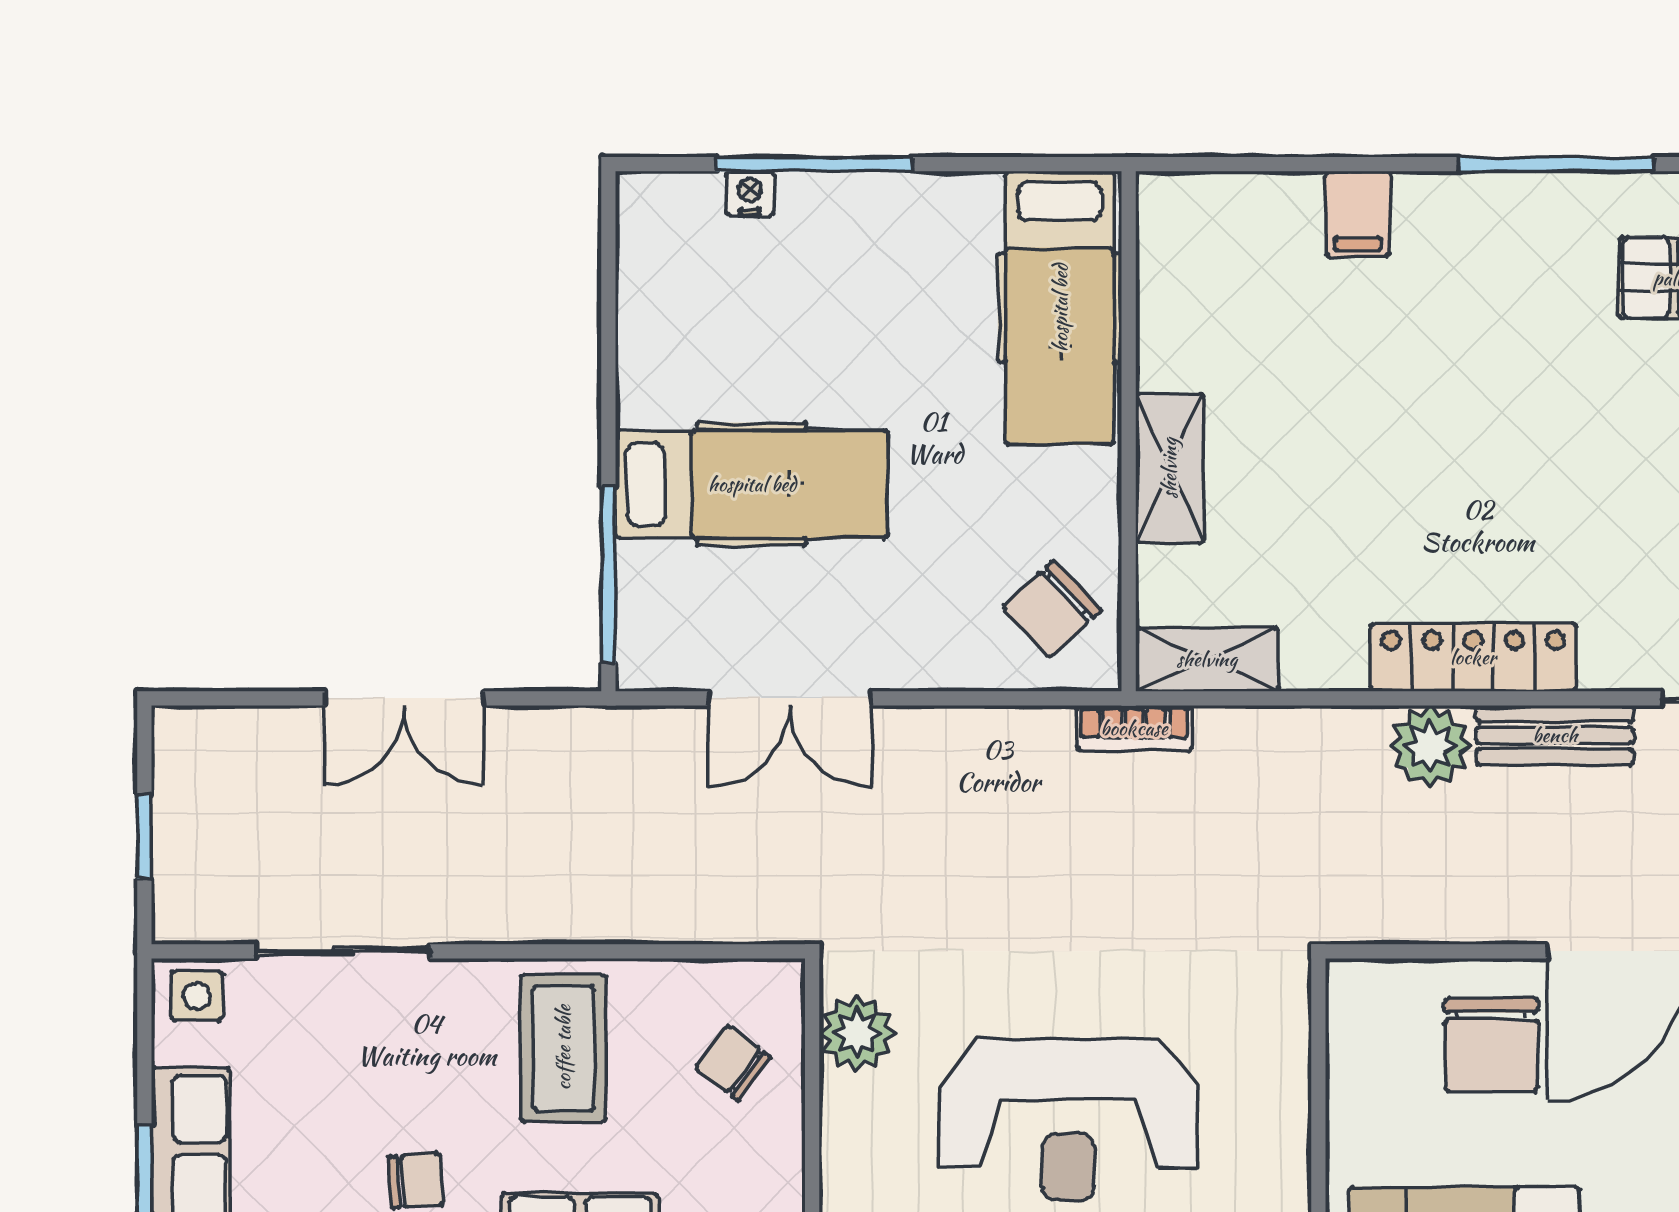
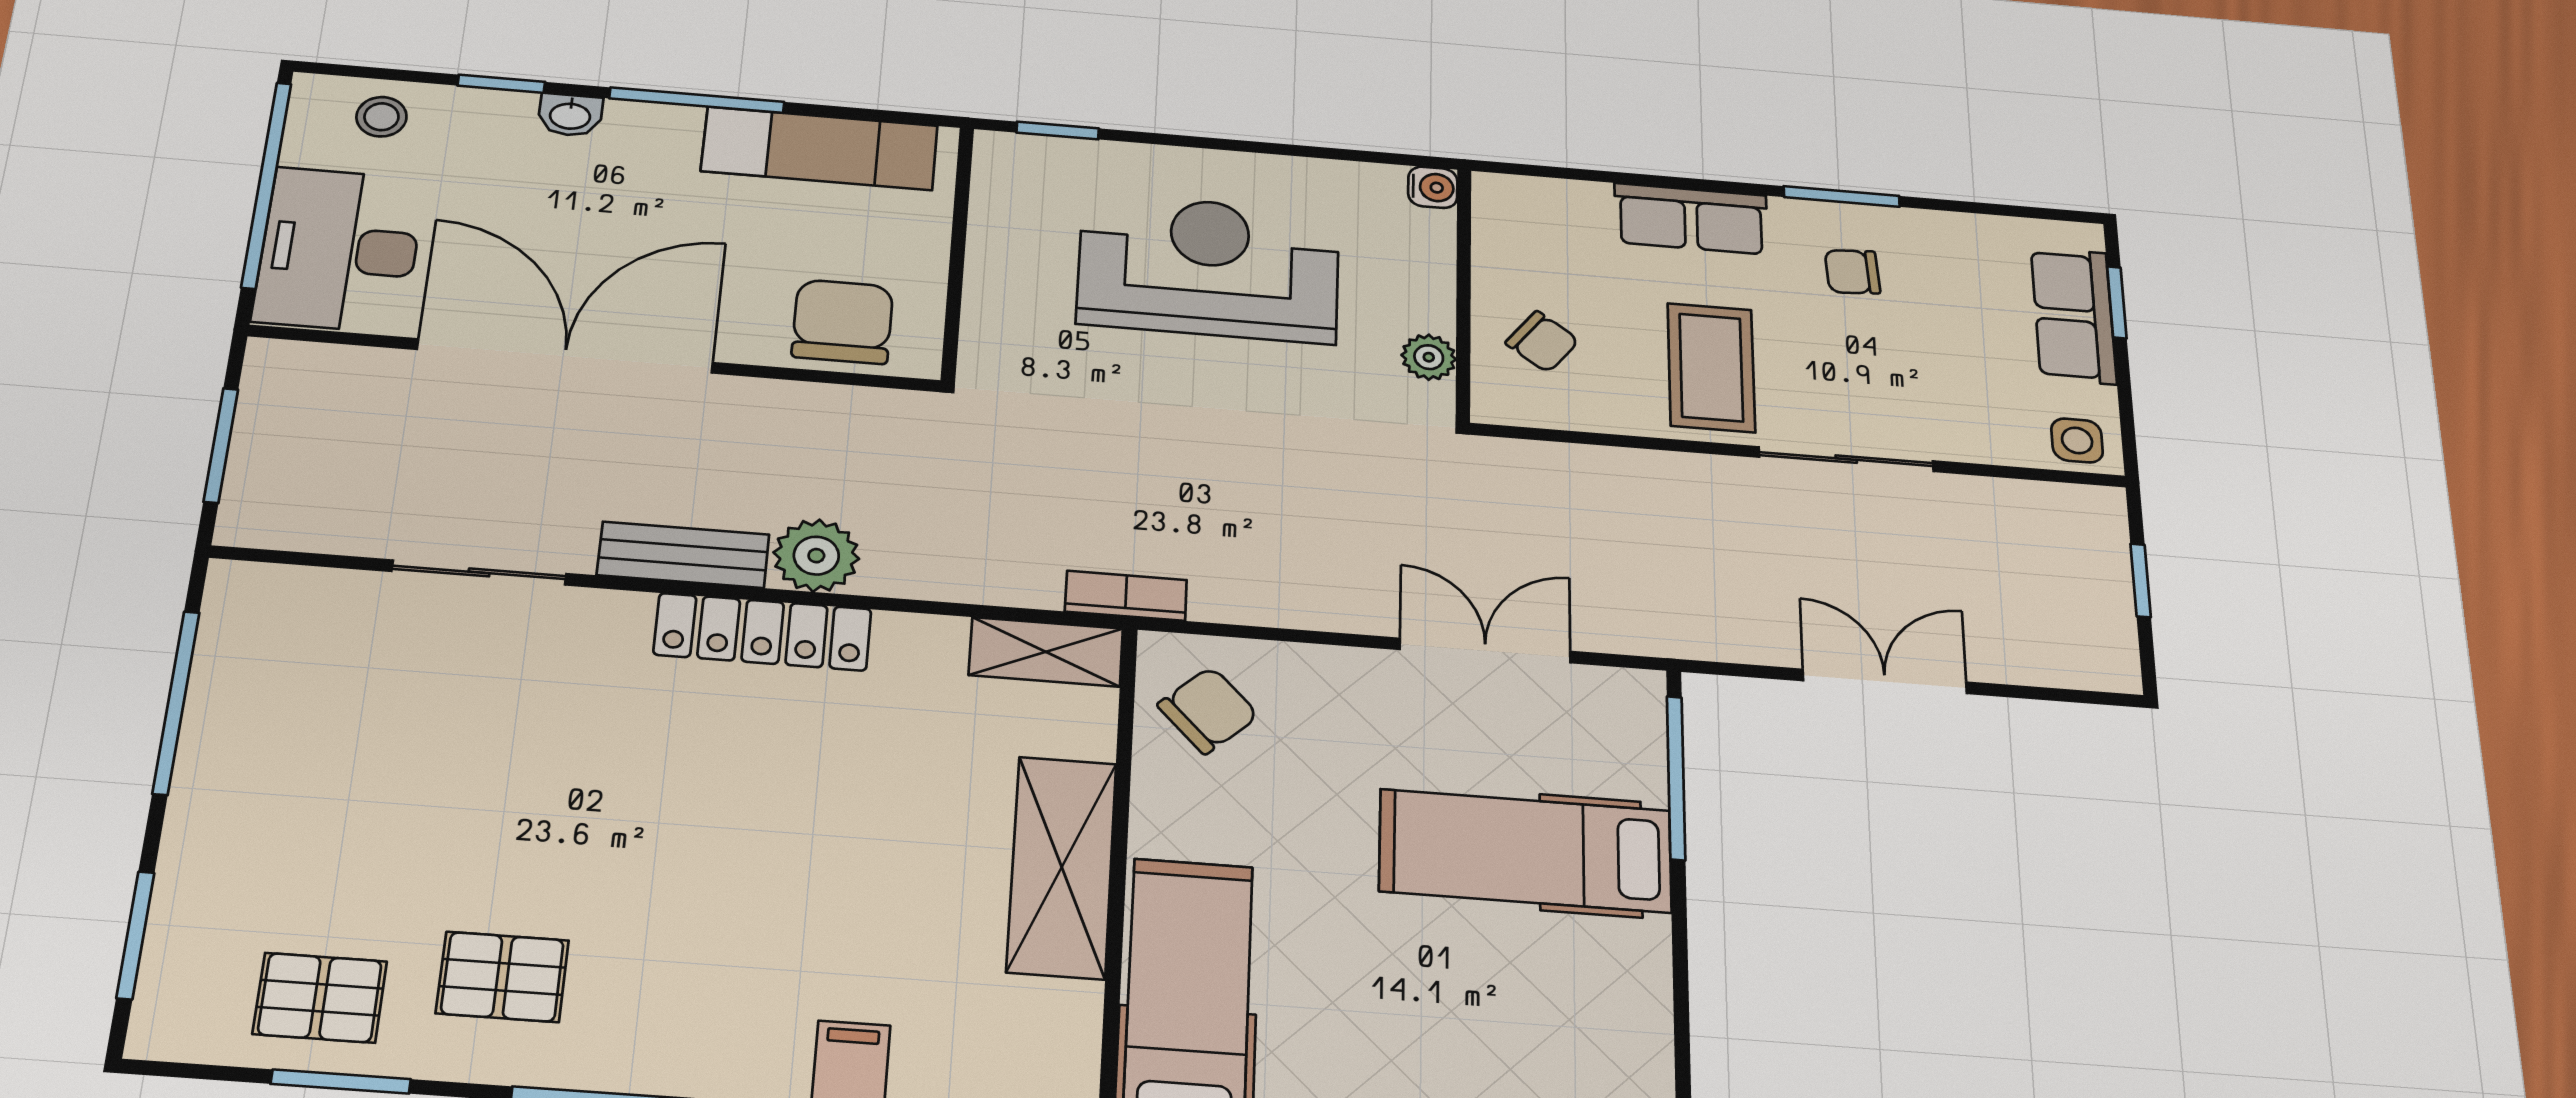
shelving: (1169, 468) -> (1062, 867), width x1.50, depth x1.33
sliding door: (343, 951) -> (1846, 459), moved
plant: (857, 1033) -> (1429, 357), width x0.73, depth x0.73
chair: (1491, 1044) -> (843, 322), moved

